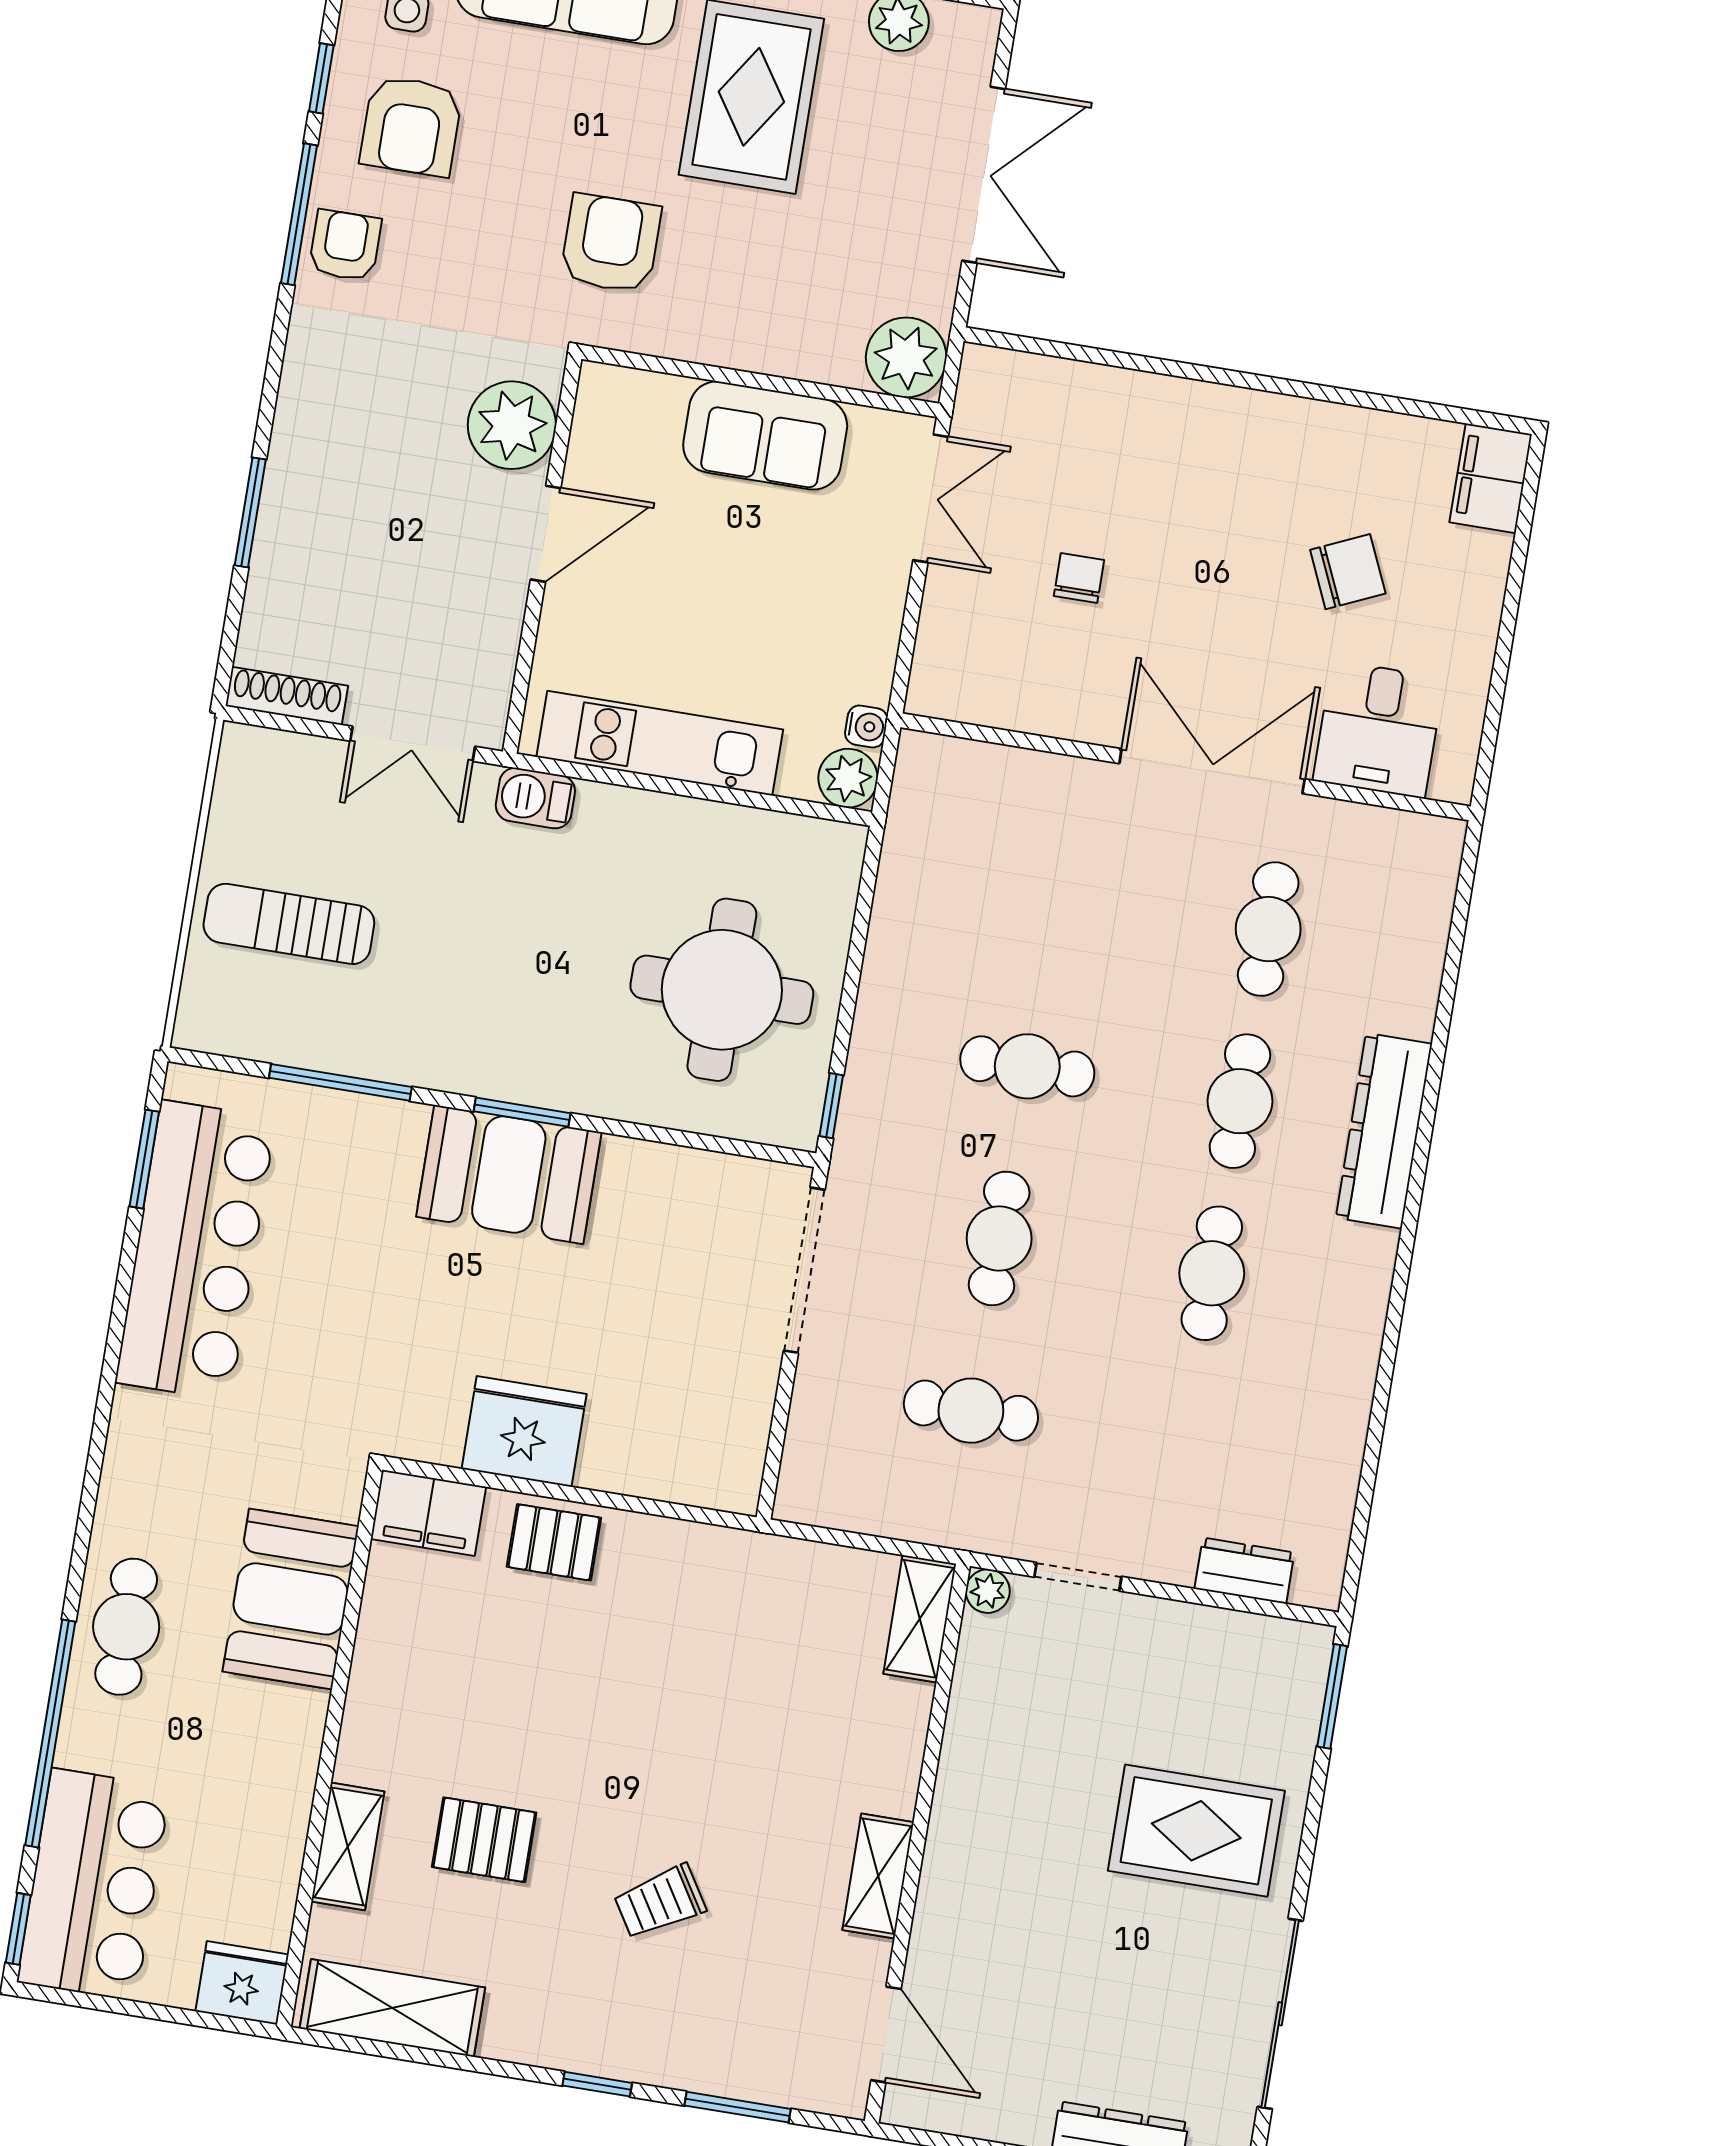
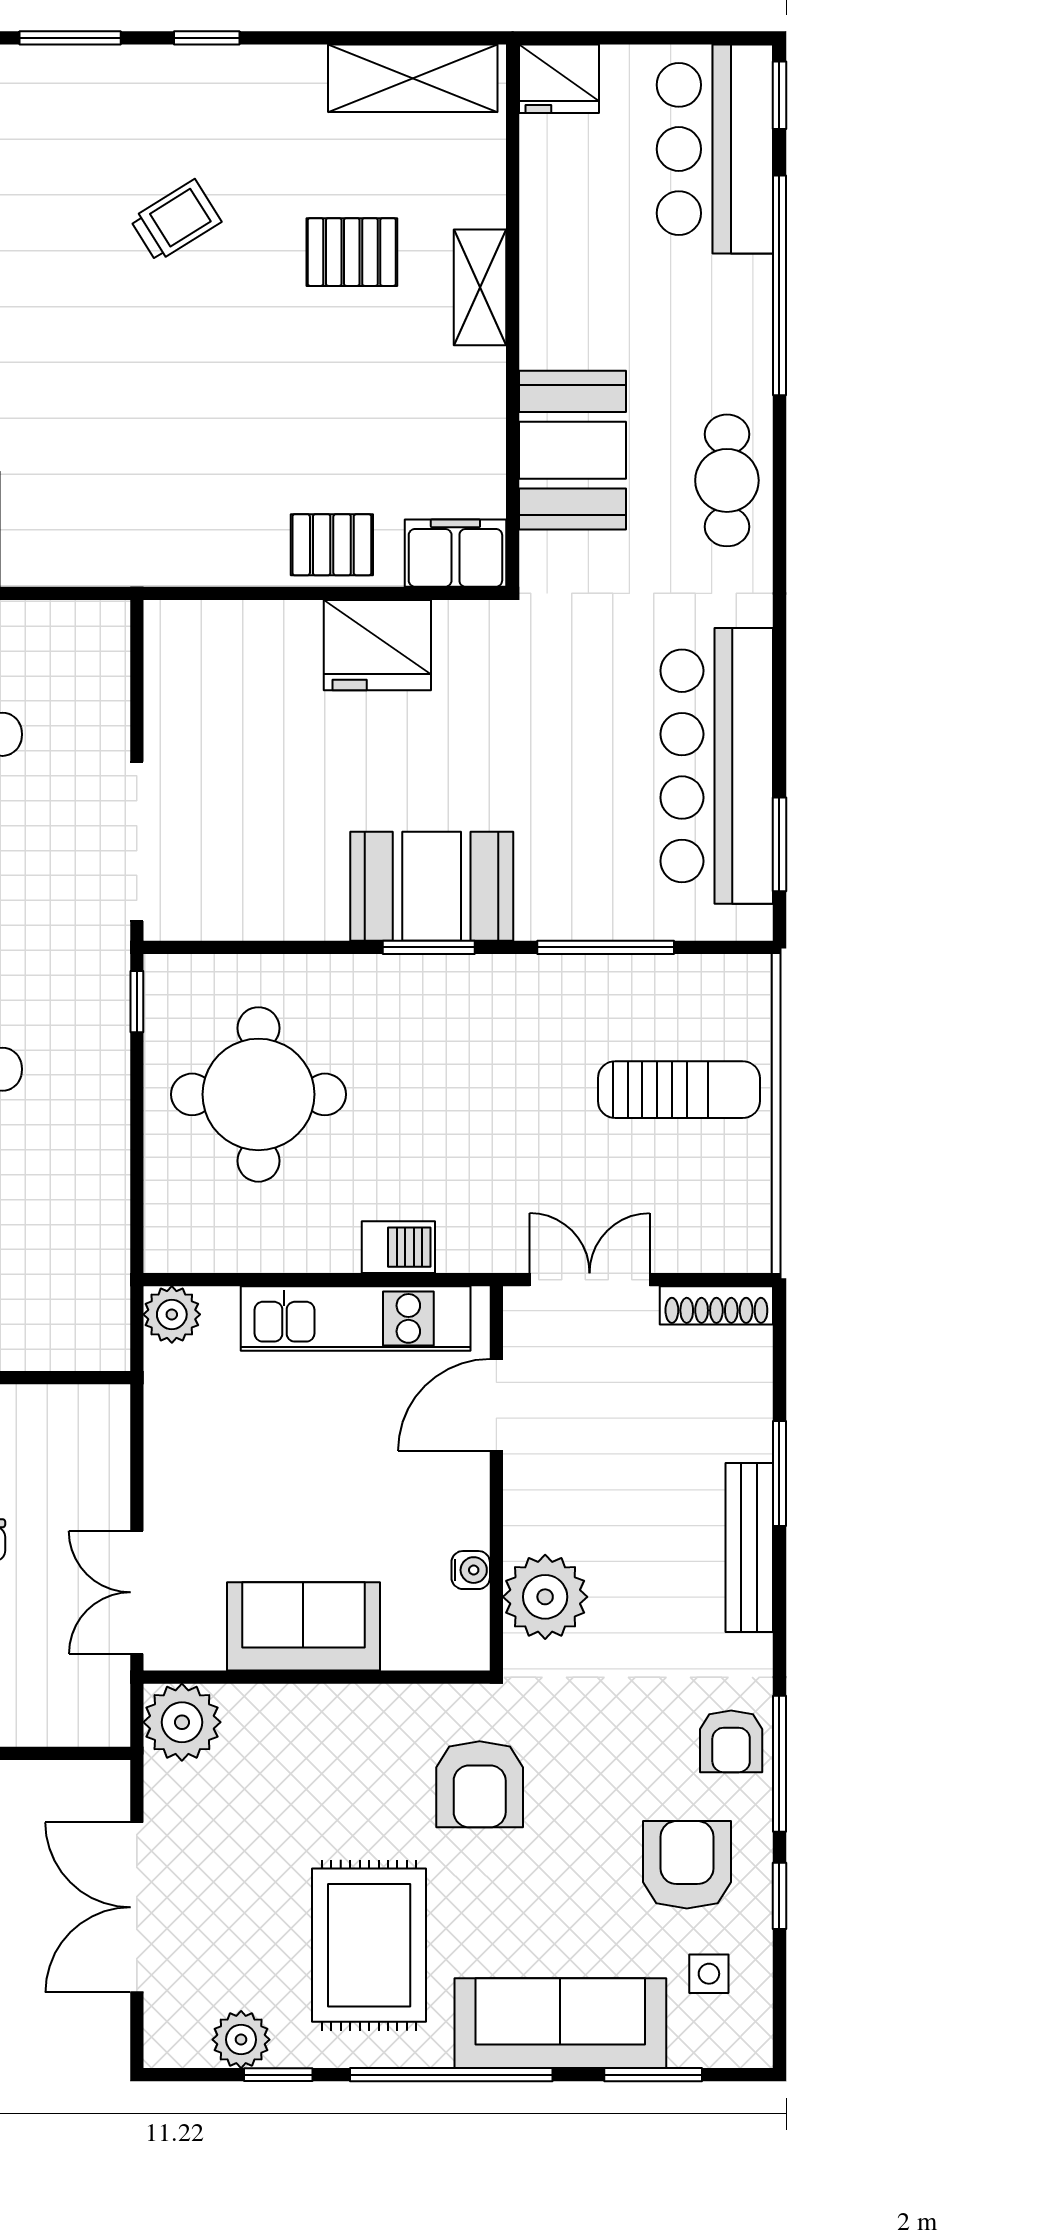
bench: (294, 442) -> (749, 1547), added
door: (546, 534) -> (496, 1405), moved
water cooler: (866, 726) -> (471, 1570), moved, turned 180
barbecue: (535, 798) -> (398, 1247), moved
cafe table: (126, 1627) -> (727, 480), moved
shelving: (348, 1846) -> (480, 287), moved

